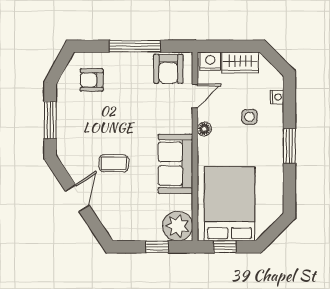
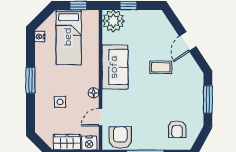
armchair: (92, 80) -> (177, 129), turned 90
nightstand: (277, 97) -> (40, 37), moved
bed: (230, 204) -> (69, 37), width x0.67

